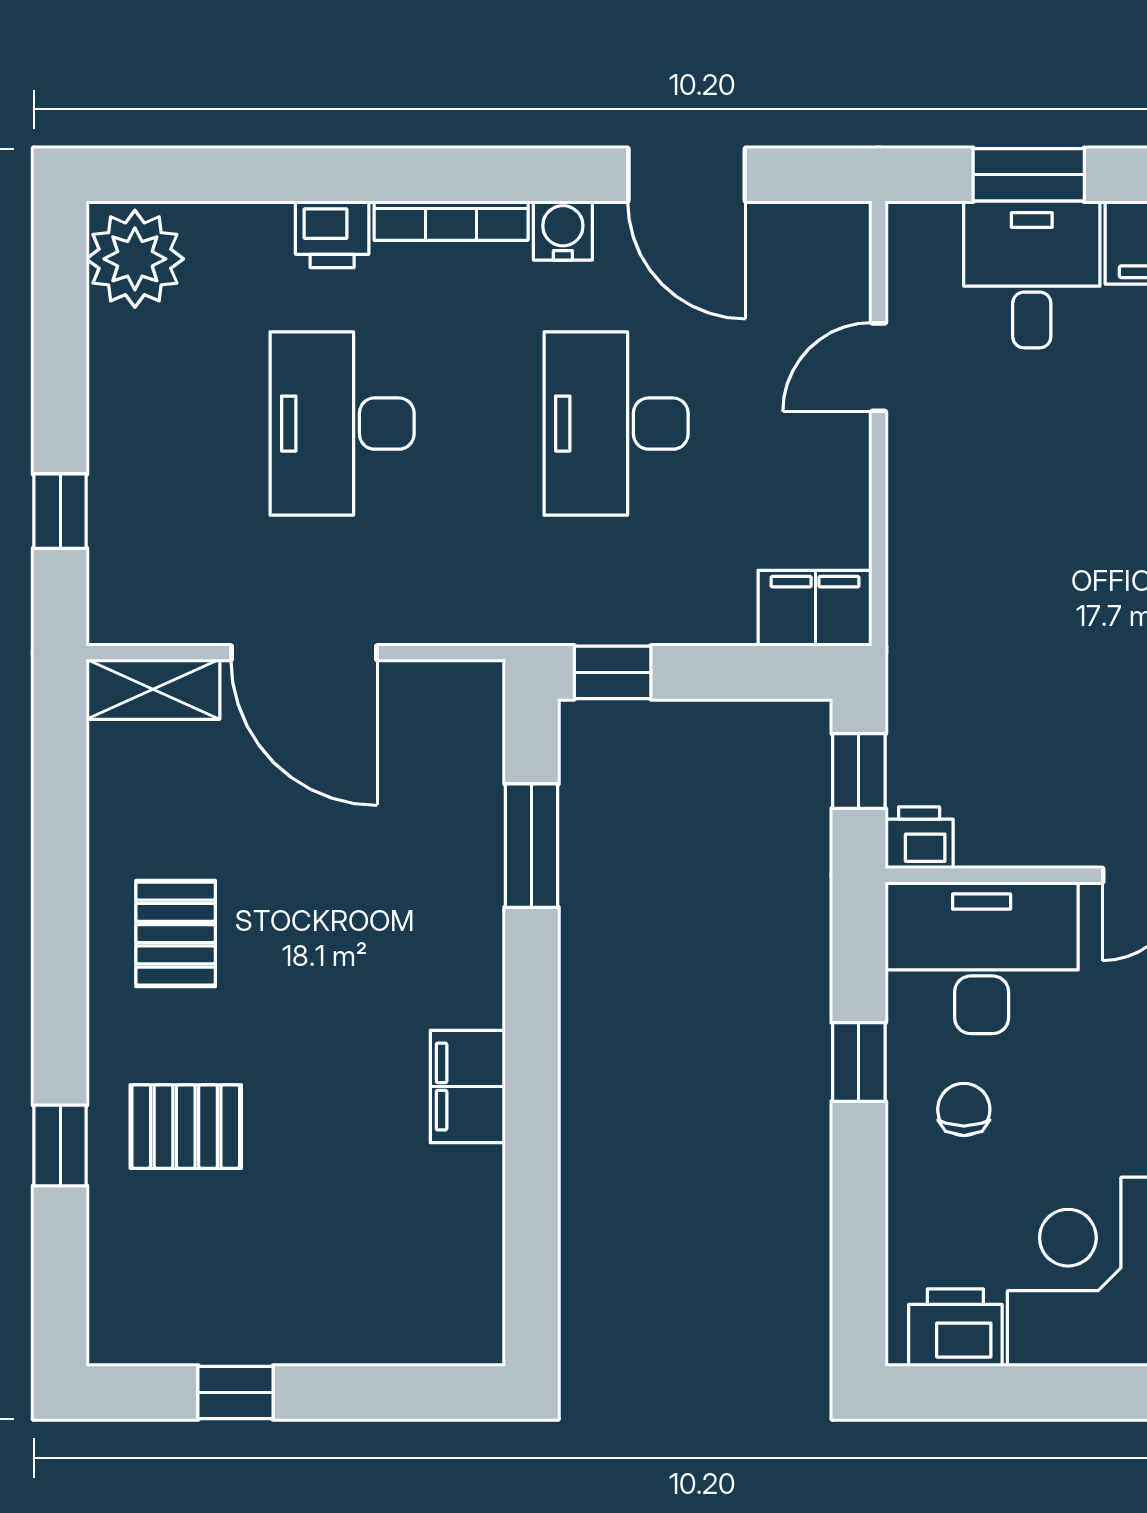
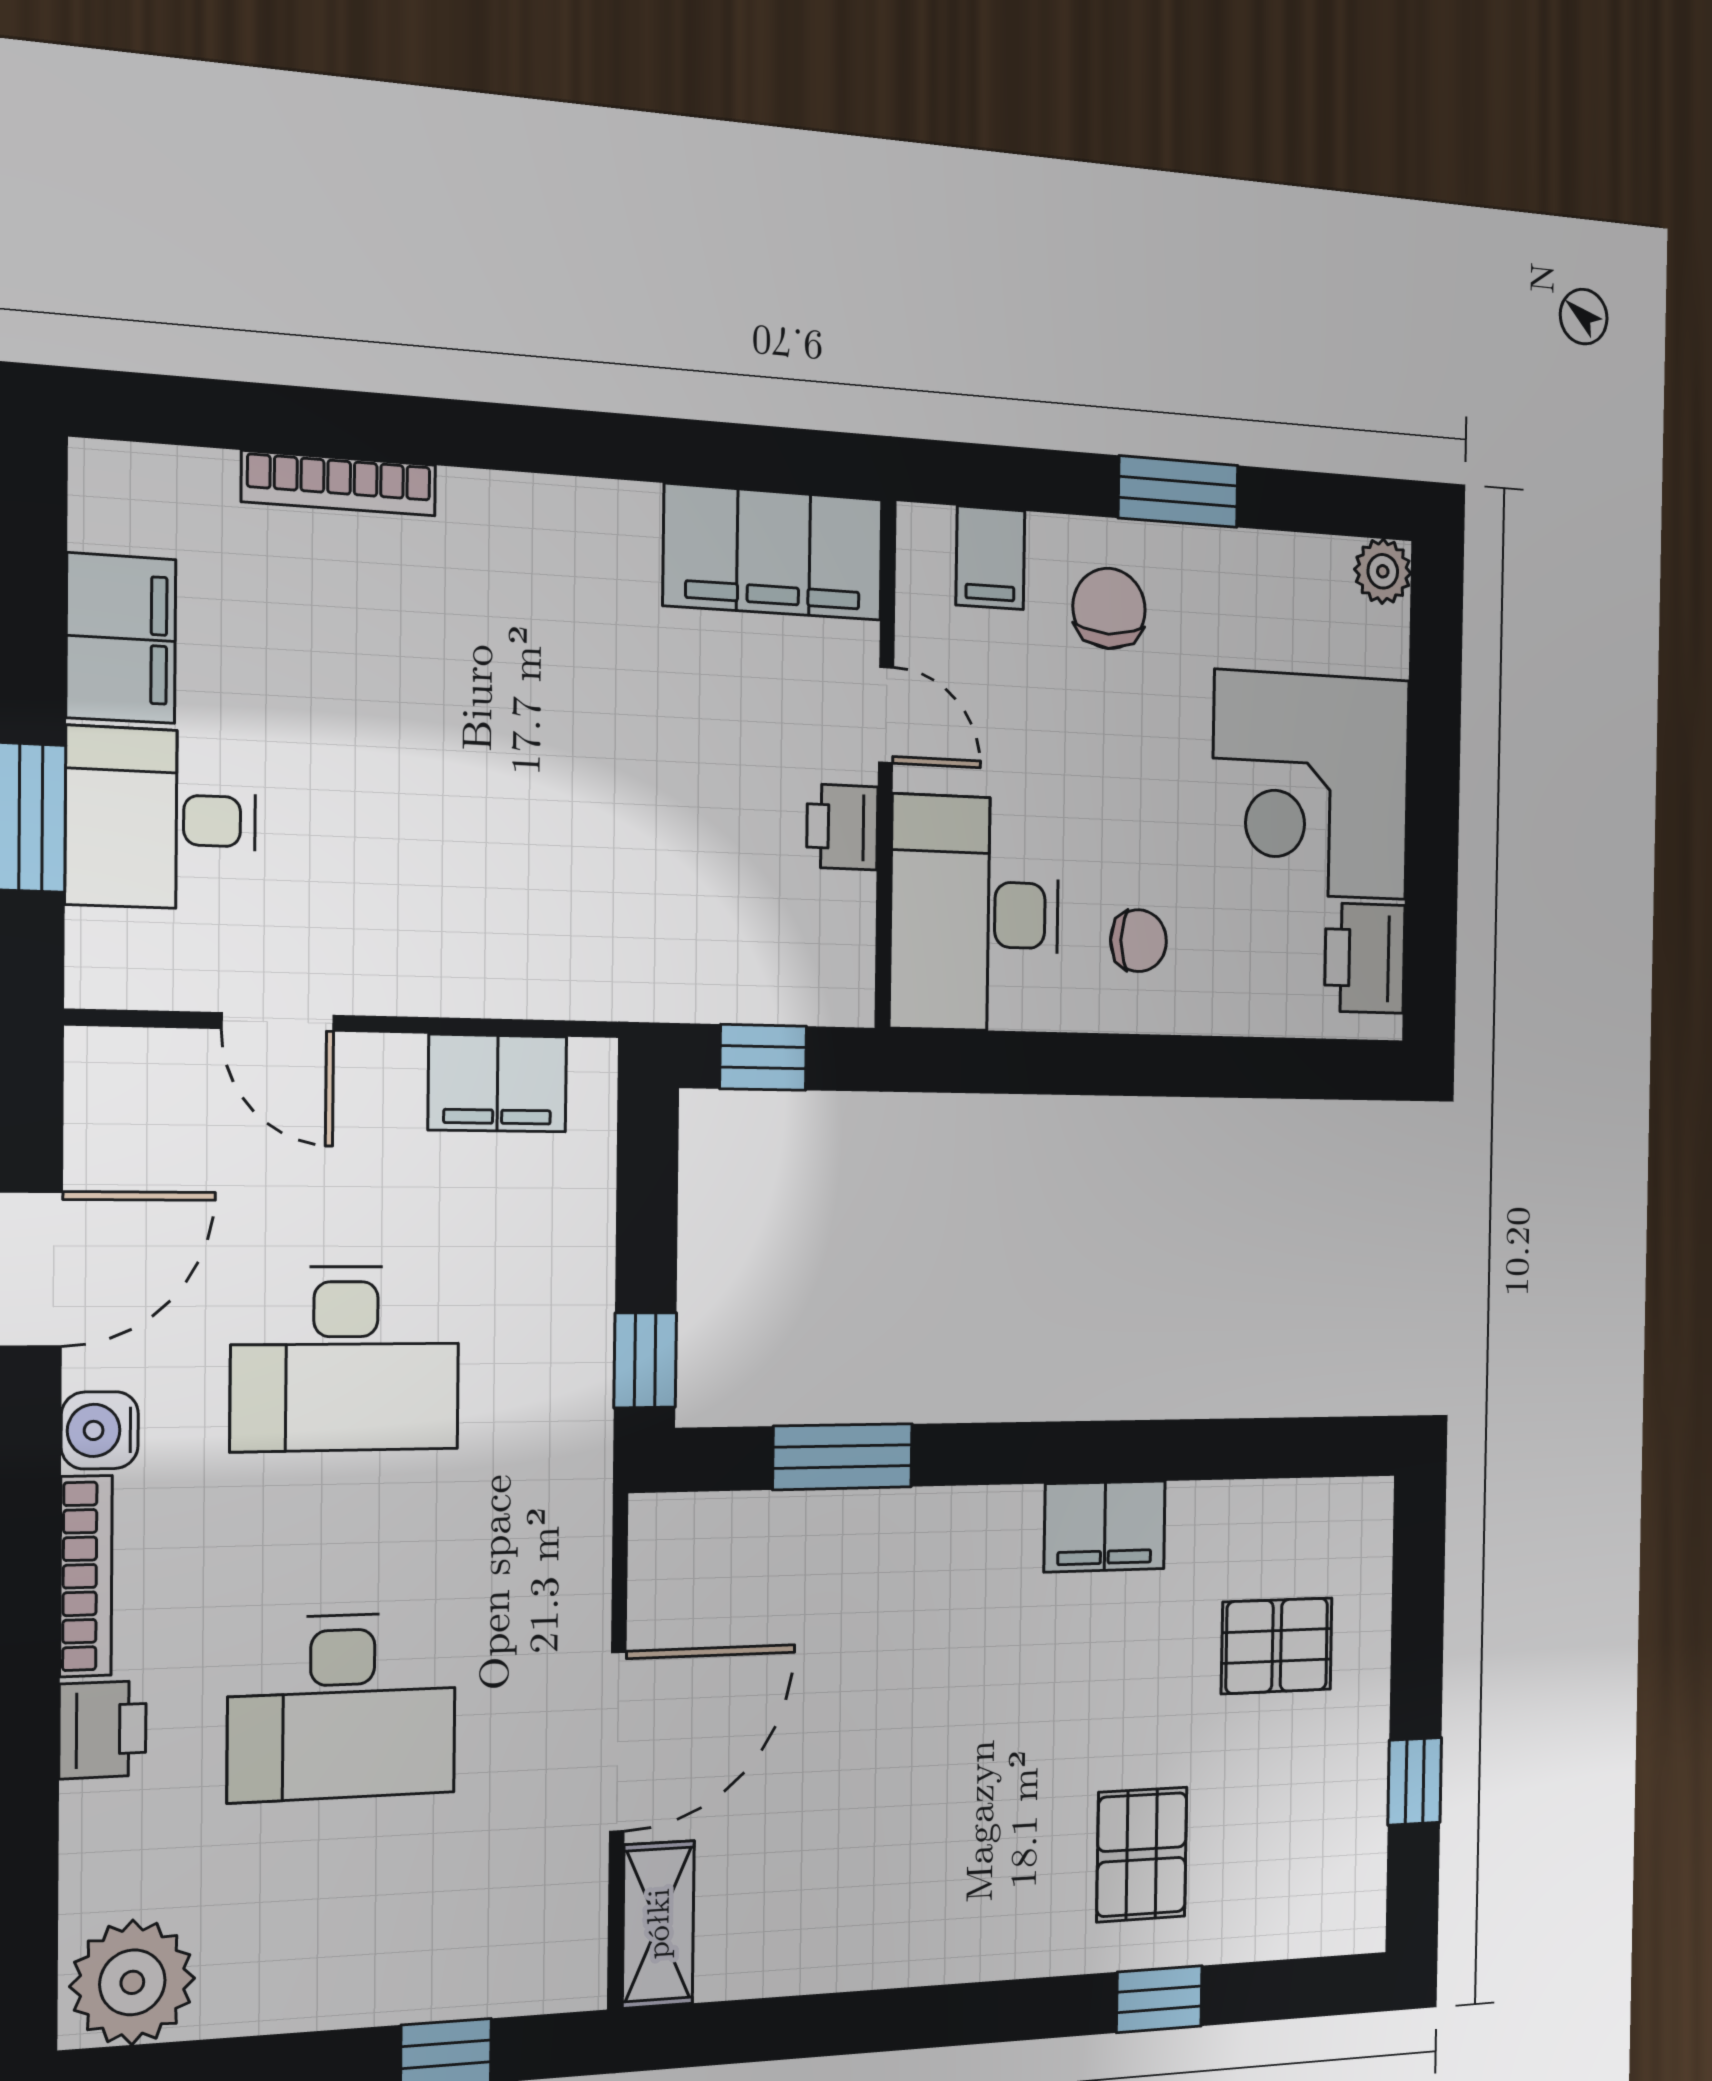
filing cabinet: (815, 608) -> (497, 1083), moved, turned -90
printer: (919, 838) -> (842, 827), moved
pallet: (176, 934) -> (1277, 1646), moved
window: (859, 1062) -> (1086, 1064), removed
chair: (964, 1109) -> (1139, 941), turned 180

